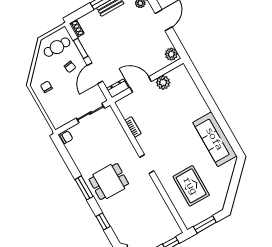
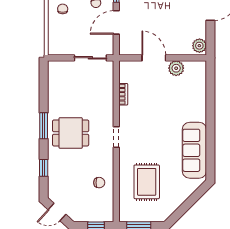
dresser: (118, 88) -> (130, 49), removed
chair: (66, 137) -> (99, 183), moved

